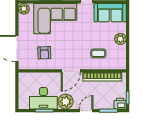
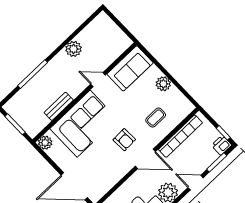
armchair: (44, 53) -> (124, 140), moved
door: (71, 71) -> (145, 159), hinge flipped
door: (86, 111) -> (196, 183), hinge flipped

